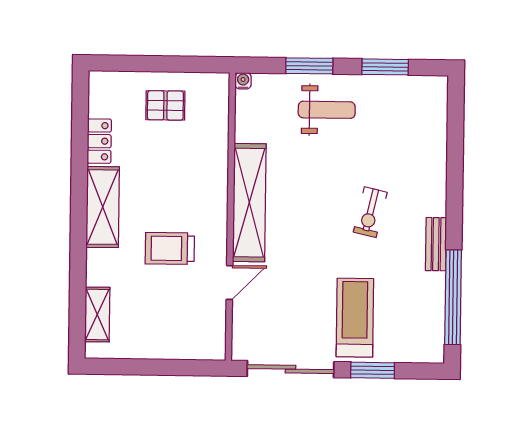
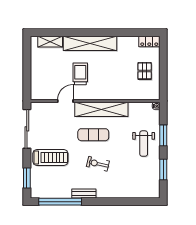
locker: (99, 141) -> (149, 41), moved
shelving: (103, 207) -> (90, 43), width x1.47
exercise mat: (305, 222) -> (93, 135), added
door: (230, 283) -> (65, 101), swing flipped
window: (373, 370) -> (27, 178), moved

